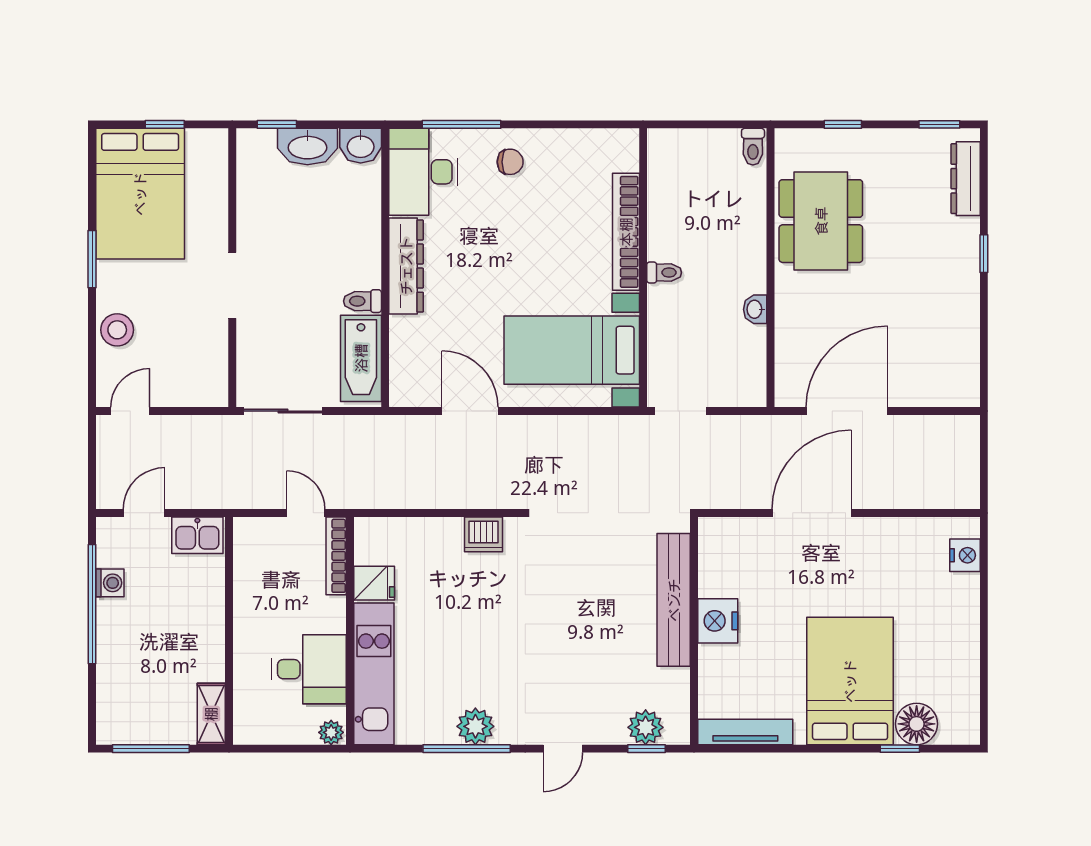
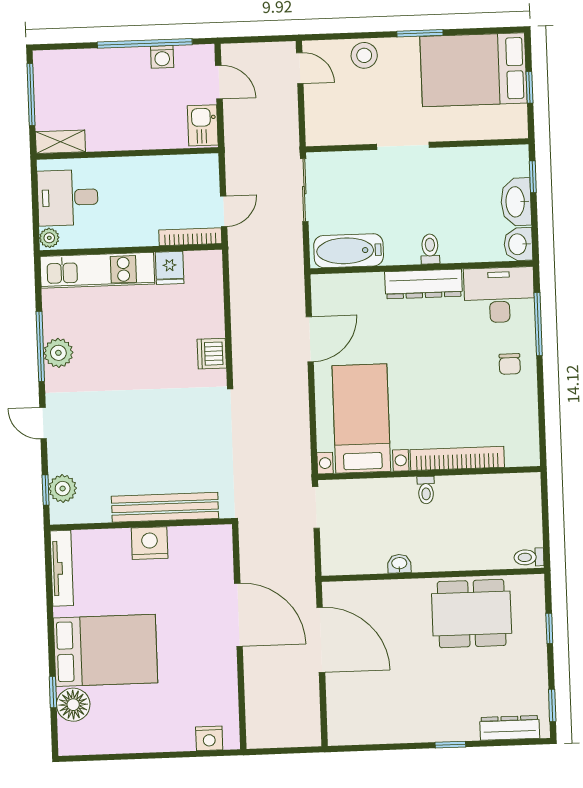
toilet: (362, 301) -> (430, 249), moved
desk: (309, 669) -> (68, 198), moved, turned 90

